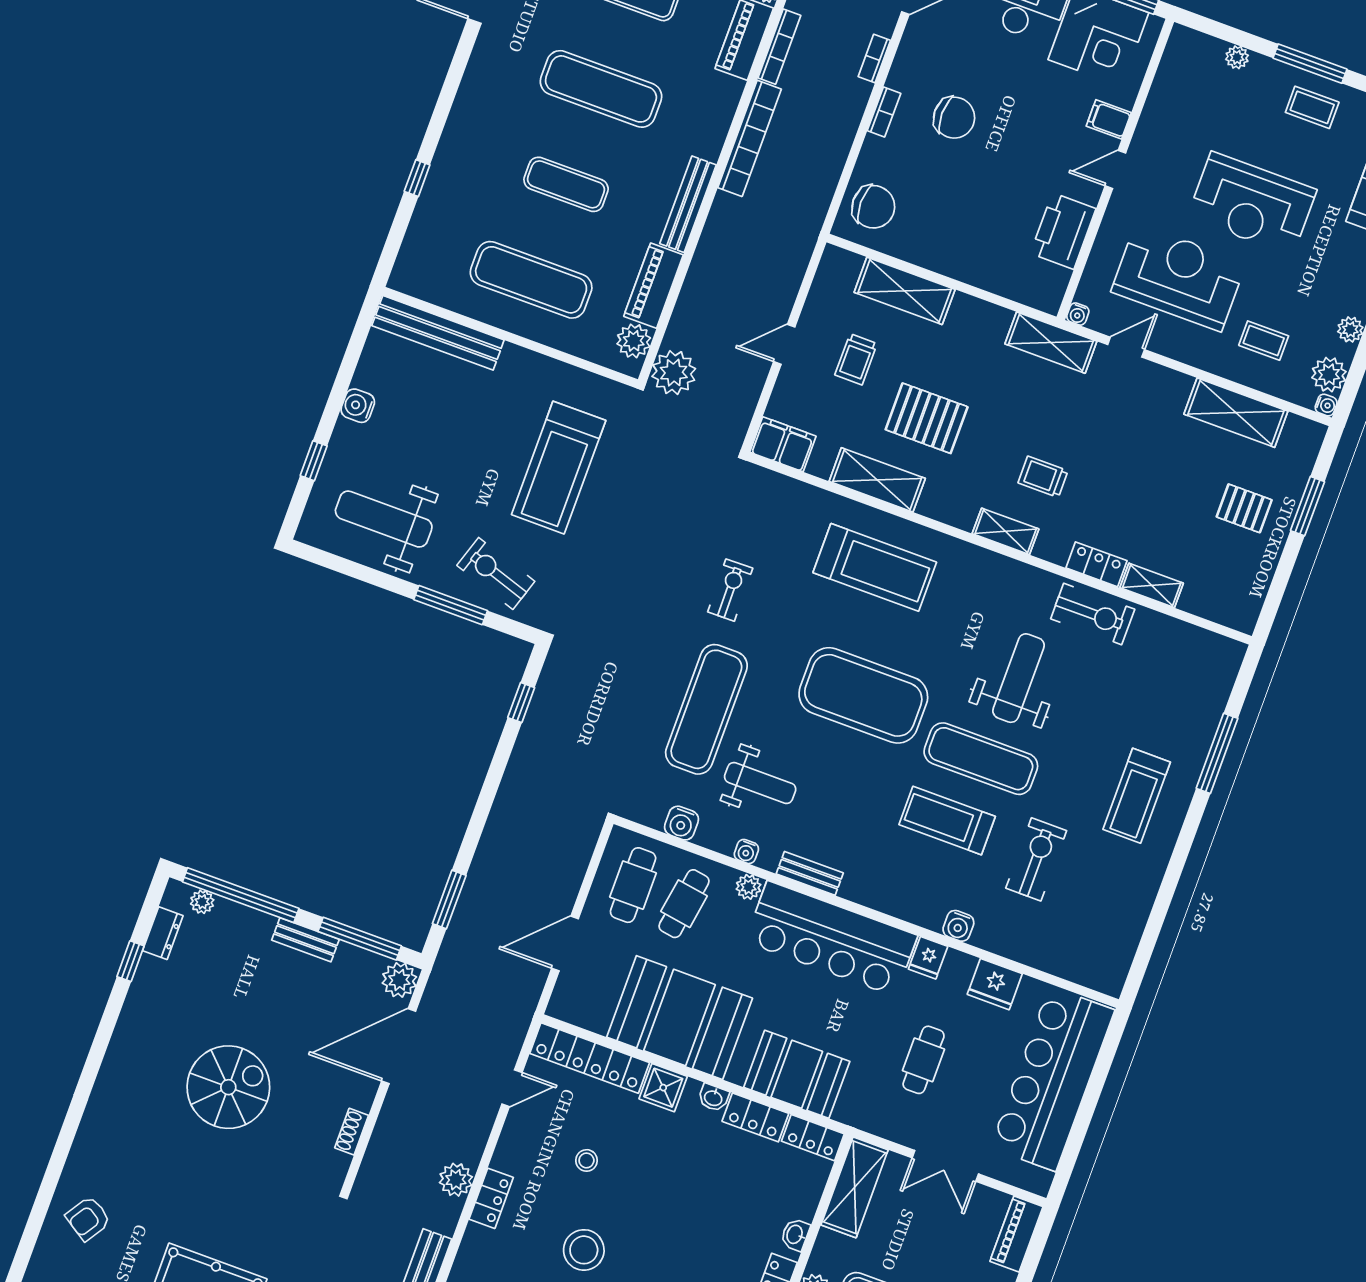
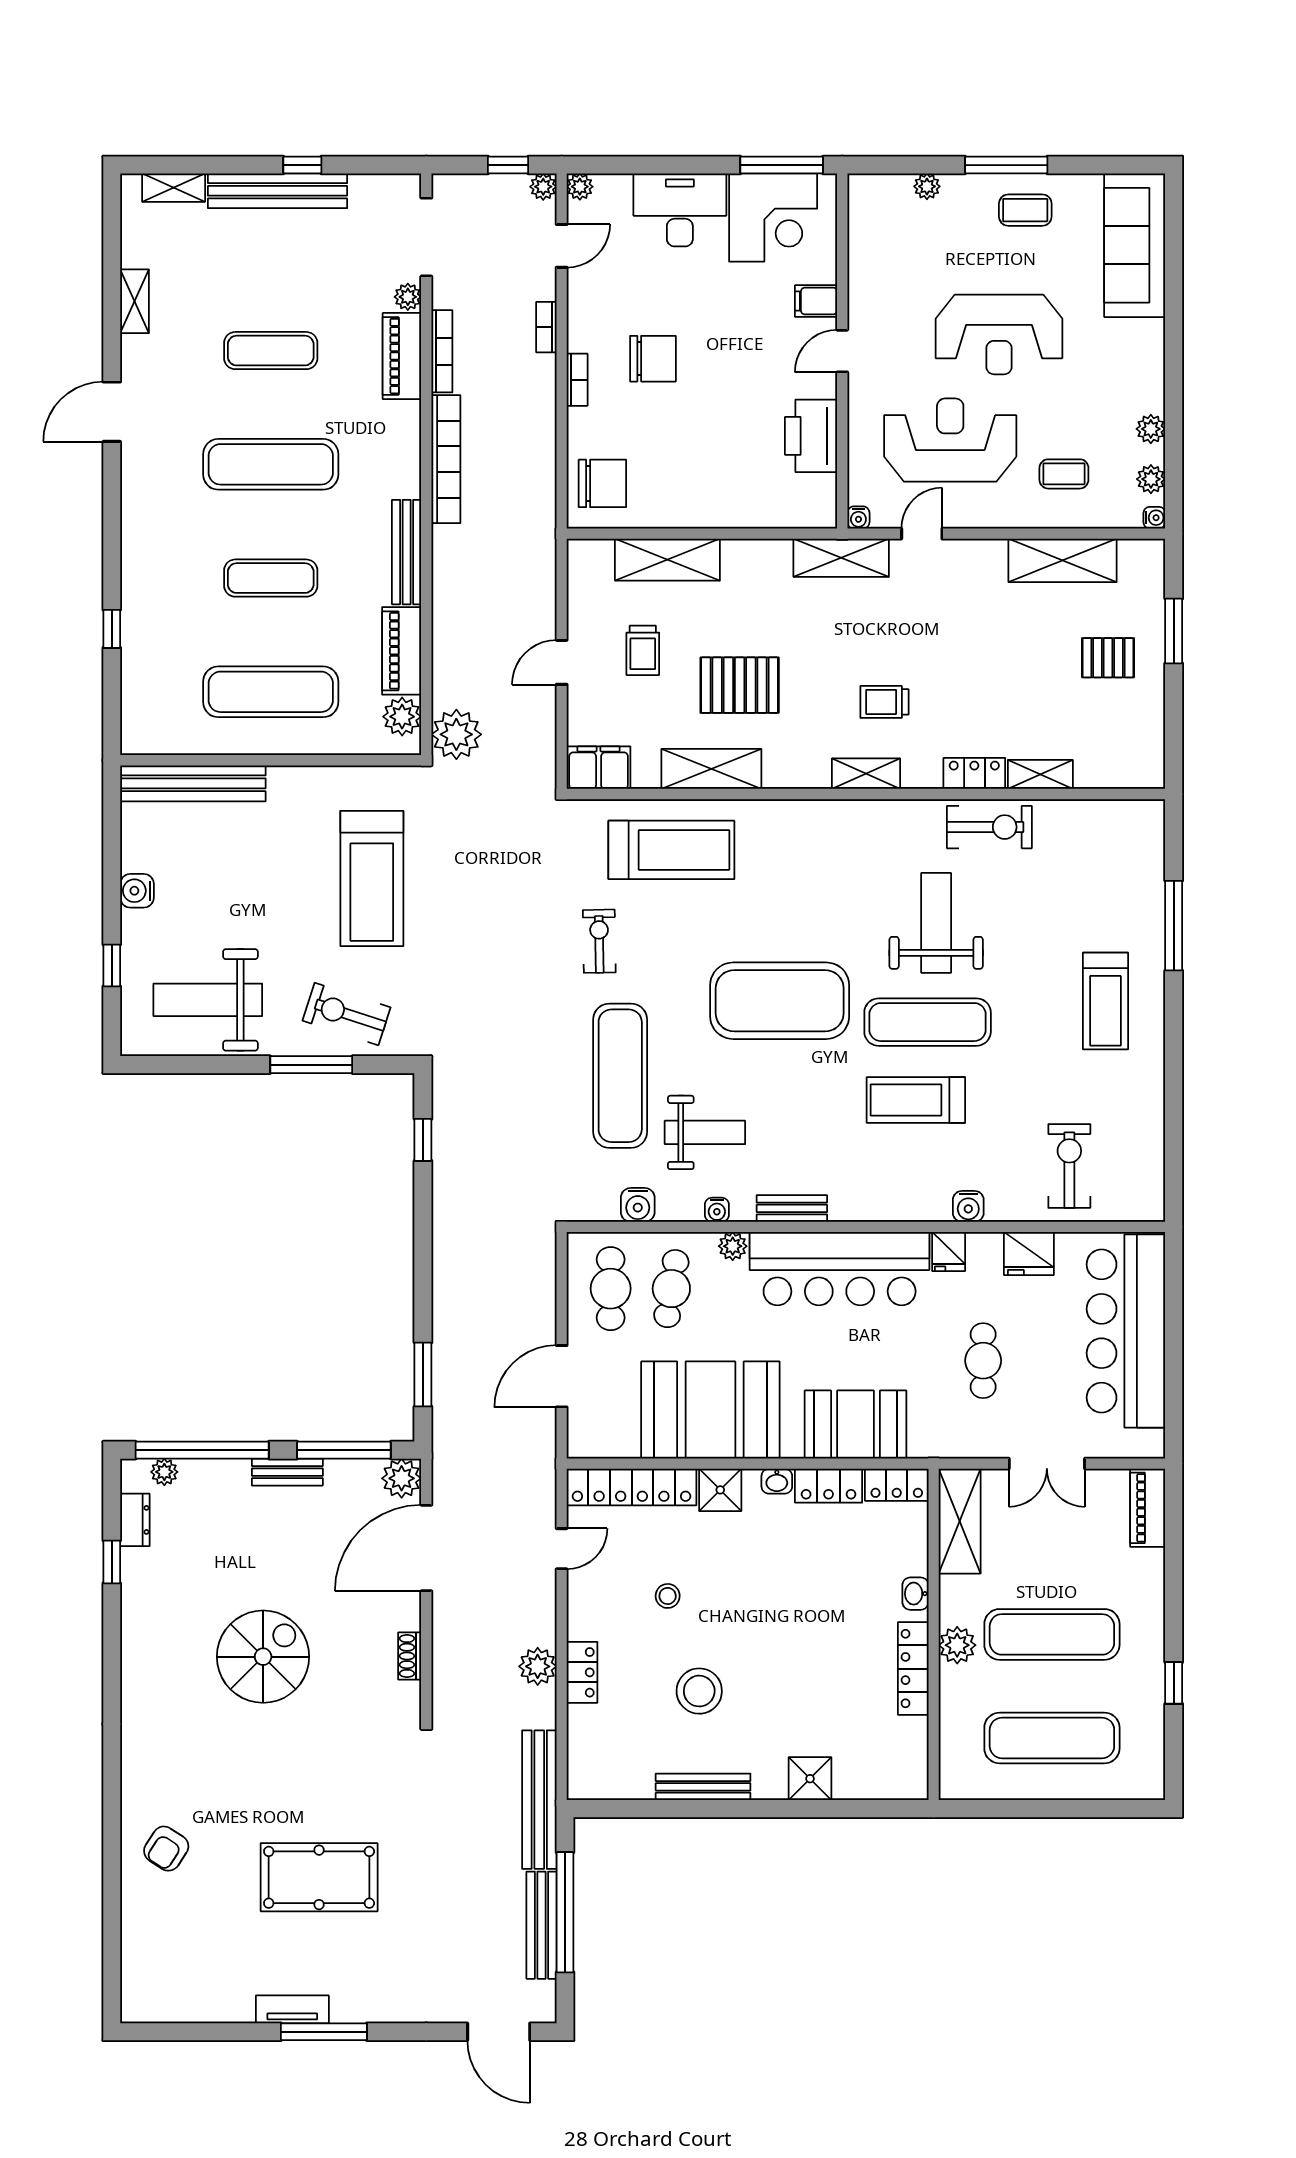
plant: (1329, 375) -> (1151, 479), width x0.73, depth x0.73
treadmill: (875, 567) -> (671, 850), moved
exercise bike: (1036, 859) -> (1069, 1166), moved

